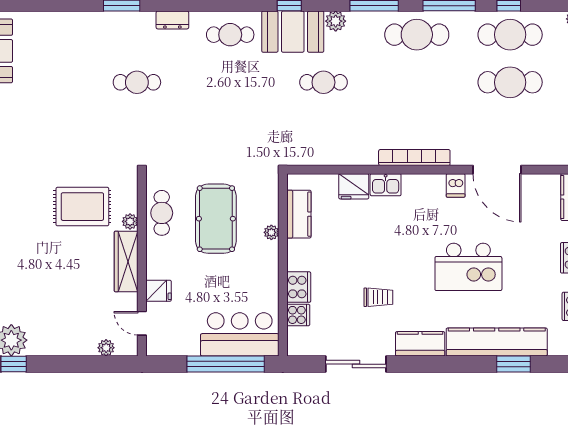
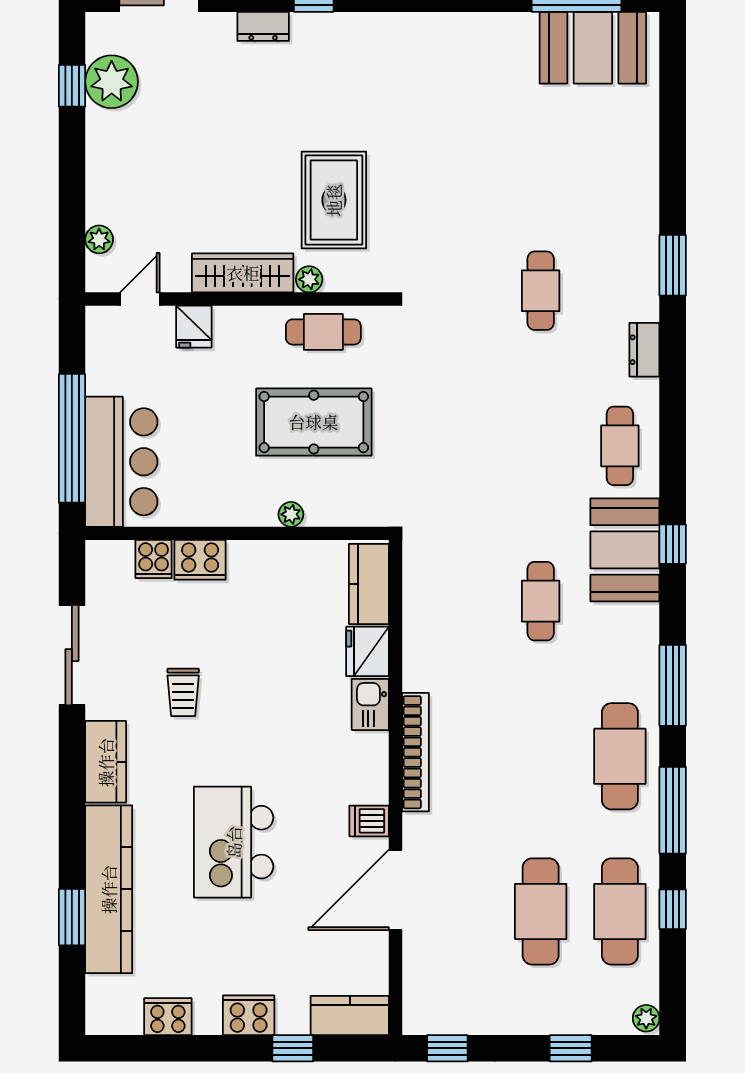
plant: (336, 21) -> (642, 621), removed
kitchen counter: (299, 214) -> (369, 584), moved, turned 90

